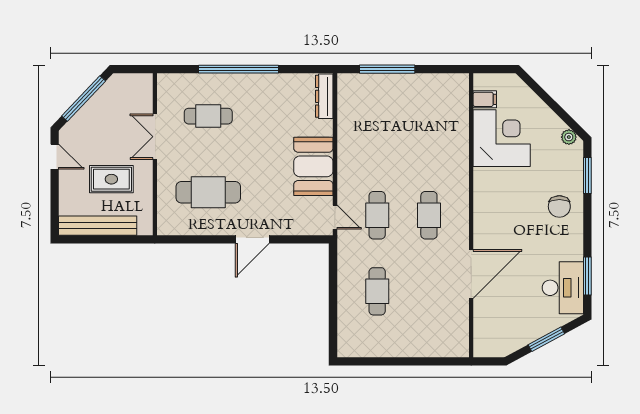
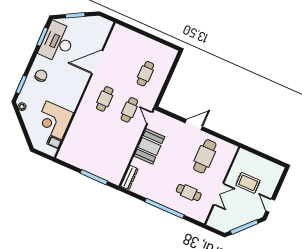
cafe table: (208, 192) -> (205, 156), turned 90
bench: (98, 226) -> (264, 164), removed
desk: (563, 288) -> (57, 42), width x1.36, depth x1.30

